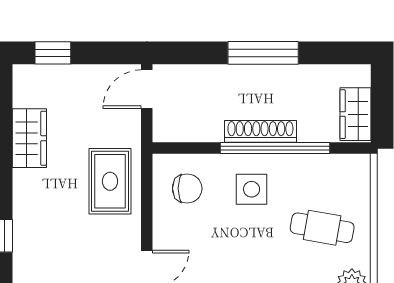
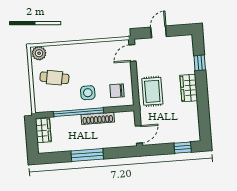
shoe rack: (260, 131) -> (98, 118), moved
wardrobe: (29, 138) -> (189, 88), moved

